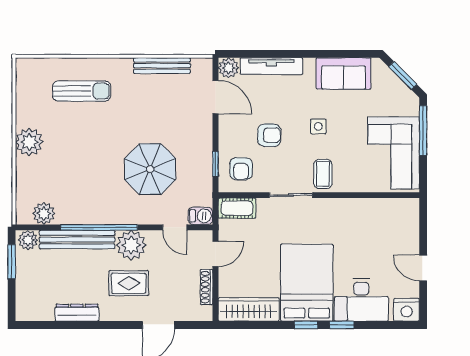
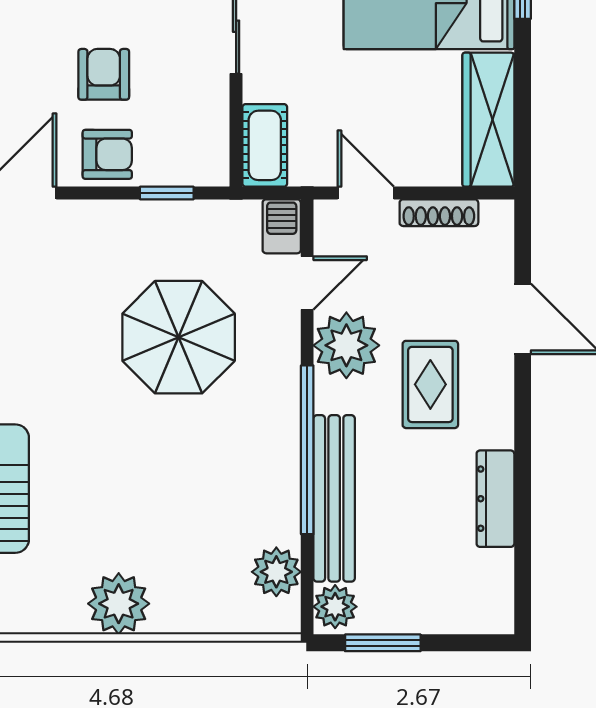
armchair: (241, 169) -> (107, 154), moved
plant: (131, 245) -> (346, 345), moved

